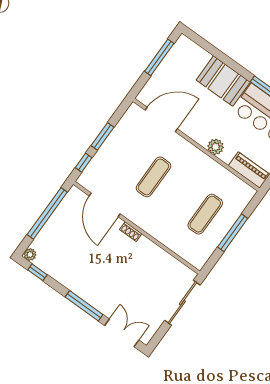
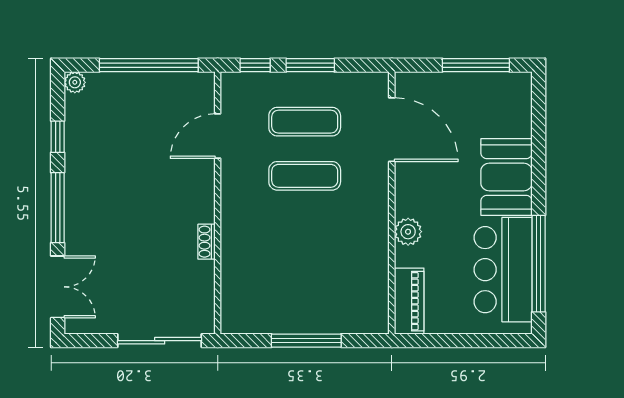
door: (105, 205) -> (218, 136), width x0.73
exercise mat: (205, 214) -> (305, 122), moved
shoe rack: (131, 232) -> (206, 242), moved
window: (37, 272) -> (58, 137), moved

